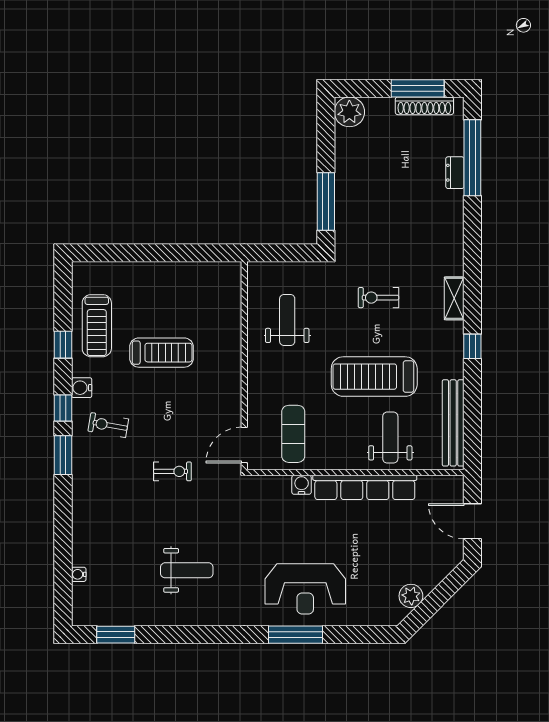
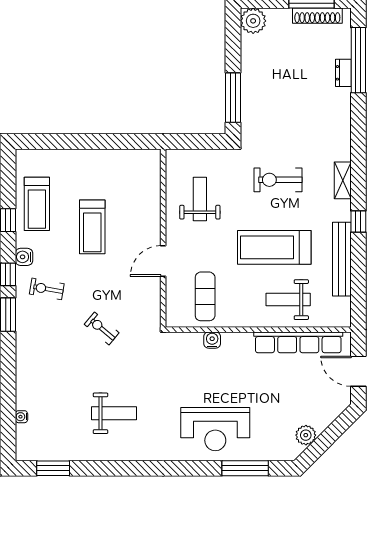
exercise bike: (378, 298) -> (278, 180), width x1.38, depth x1.39
treadmill: (162, 353) -> (92, 227), turned 90
bench: (453, 423) -> (342, 259), moved
weight bench: (390, 438) -> (288, 300), turned -90
door: (244, 445) -> (163, 261), moved
exercise bike: (172, 471) -> (102, 329), turned -140
row of seats: (365, 487) -> (298, 342), moved
window: (295, 635) -> (245, 468), moved

